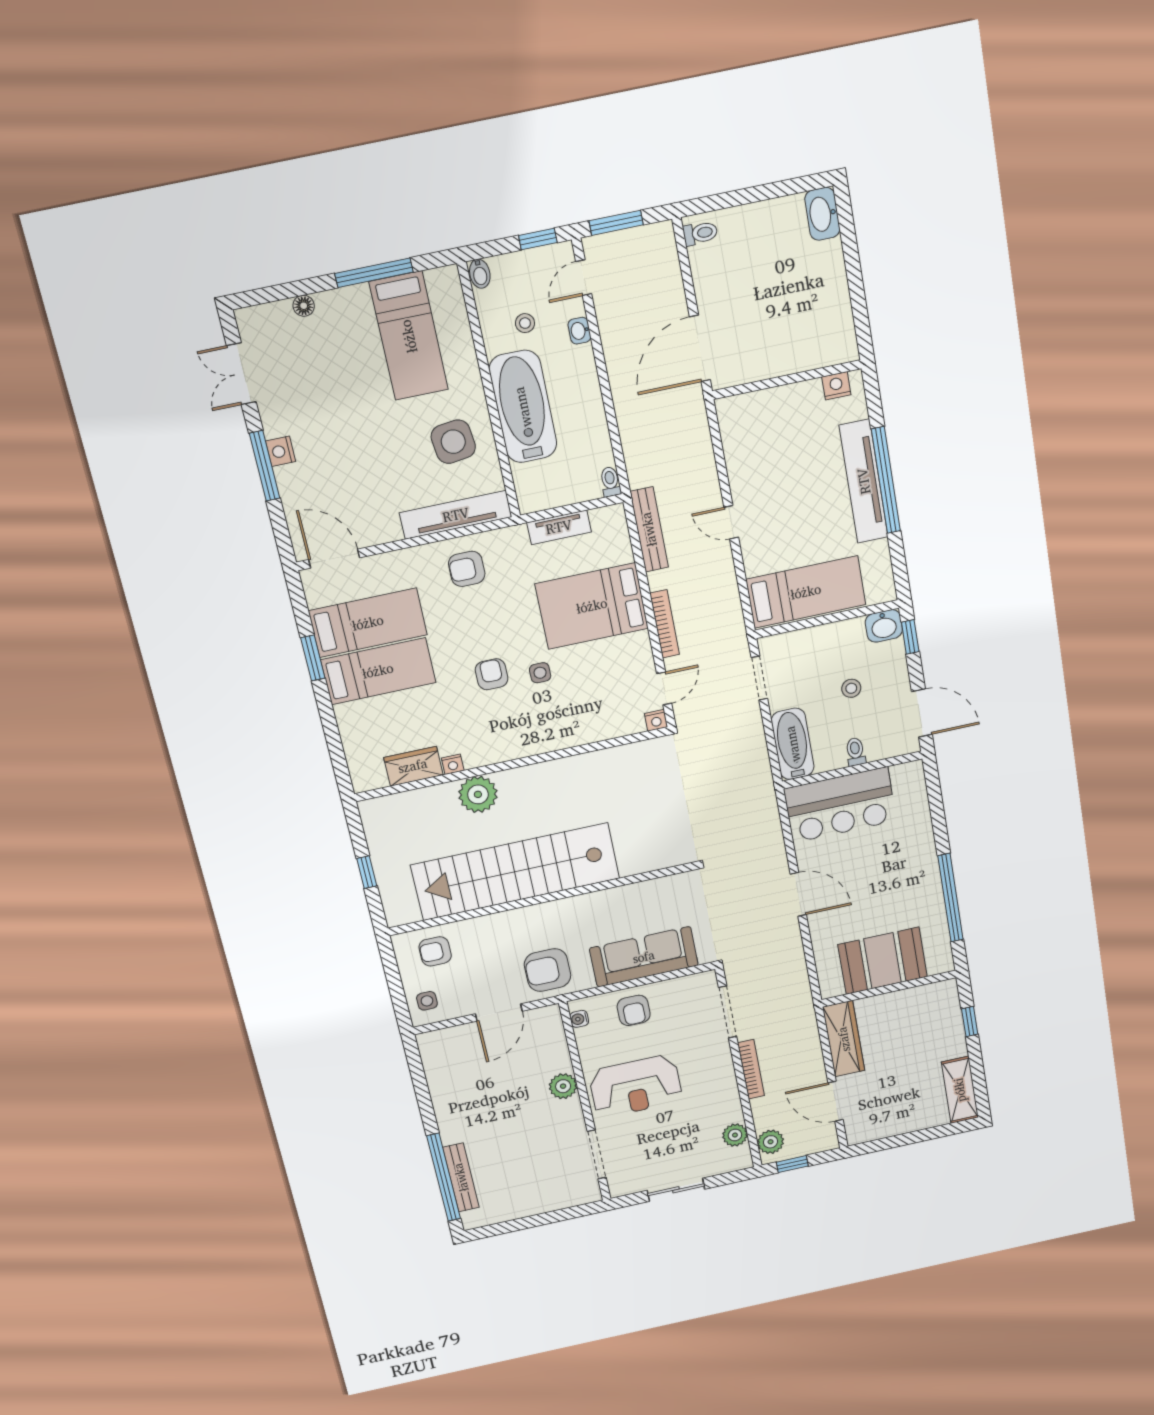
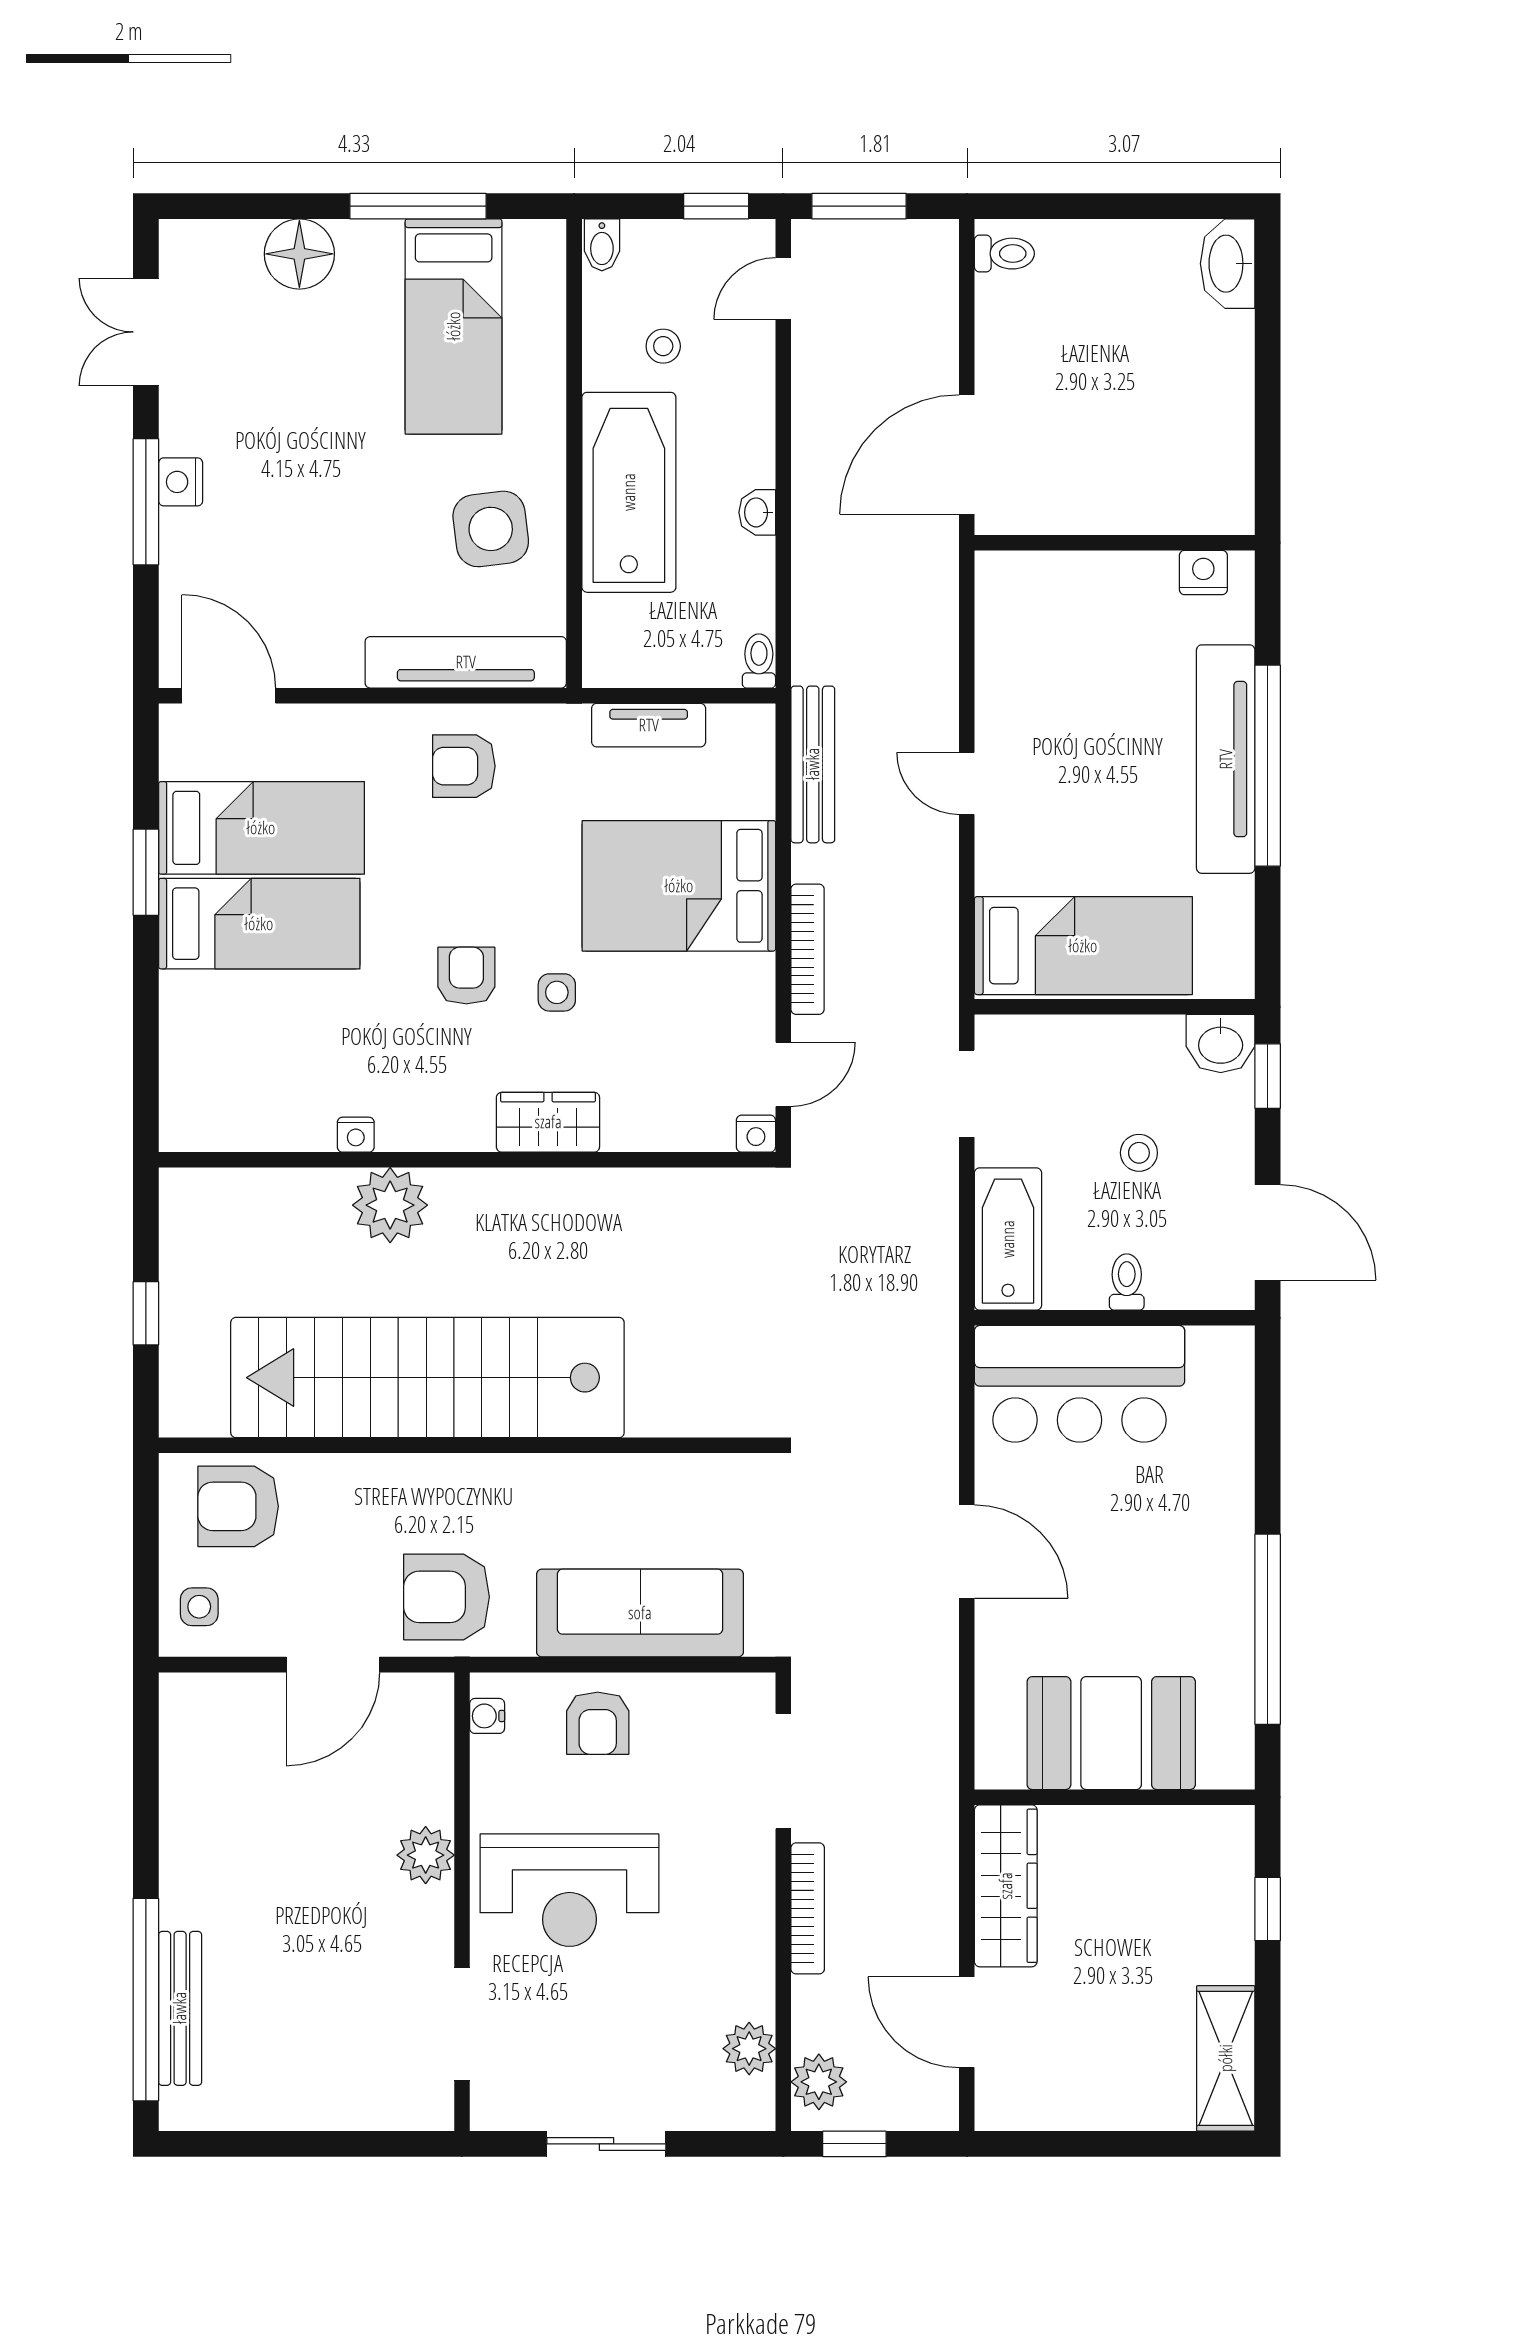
floor lamp: (304, 306) -> (299, 254), width x1.89, depth x1.89
washbasin: (579, 331) -> (757, 512), moved
wardrobe: (413, 766) -> (548, 1122), moved
armchair: (435, 951) -> (238, 1506), width x1.38, depth x1.38

